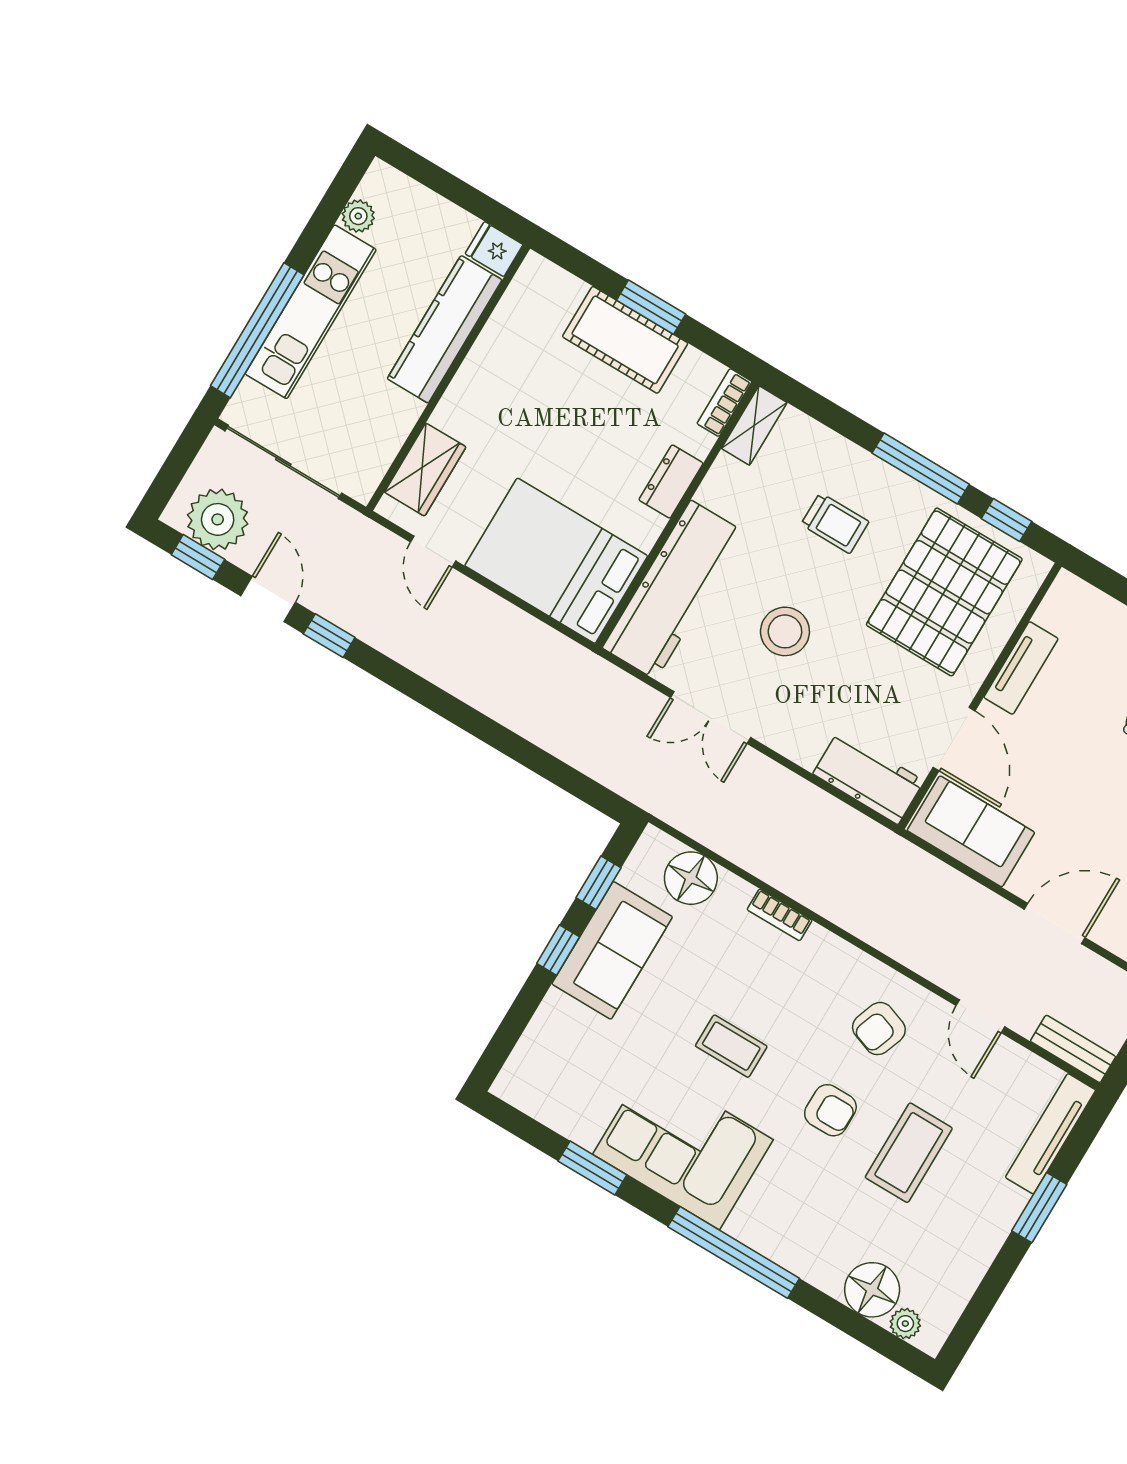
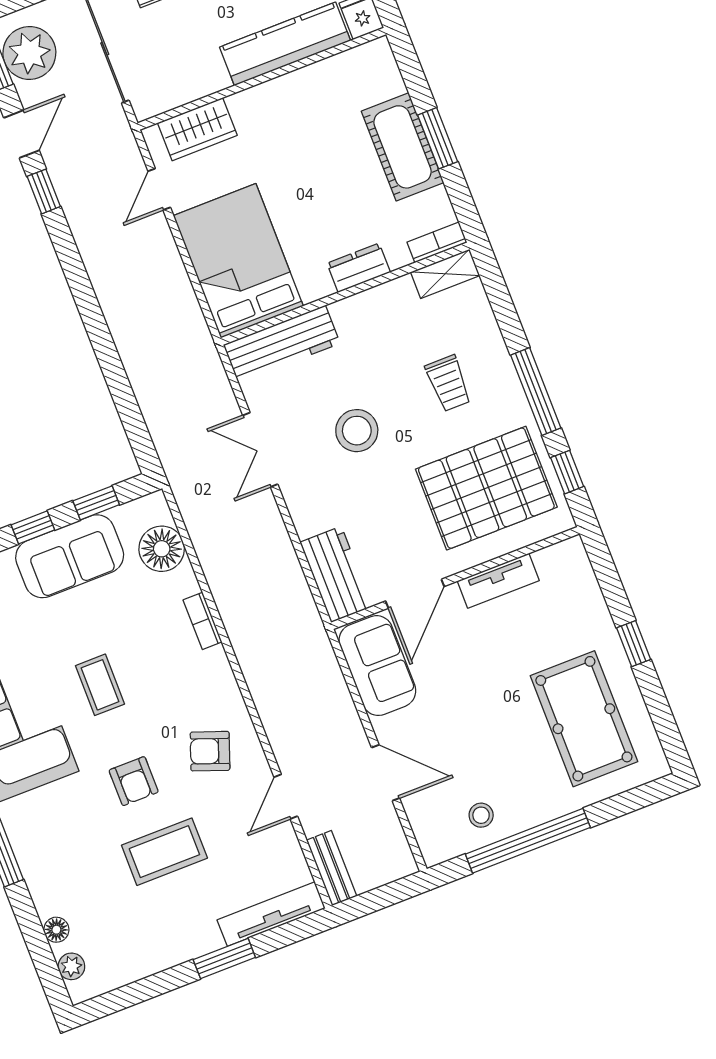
workbench: (673, 590) -> (282, 344), width x0.73, depth x0.76
floor lamp: (872, 1290) -> (56, 930), width x0.53, depth x0.53

